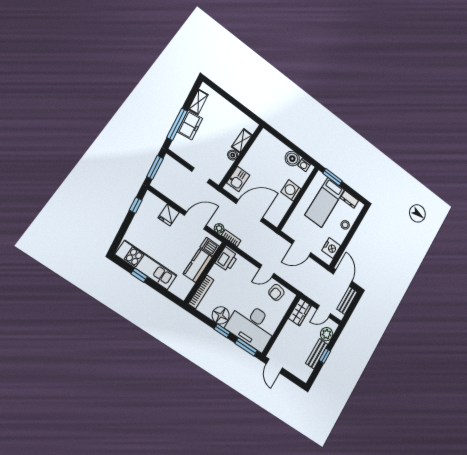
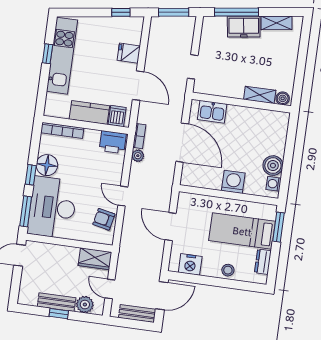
boiler: (233, 155) -> (283, 98), moved
plant: (219, 228) -> (138, 156), moved

